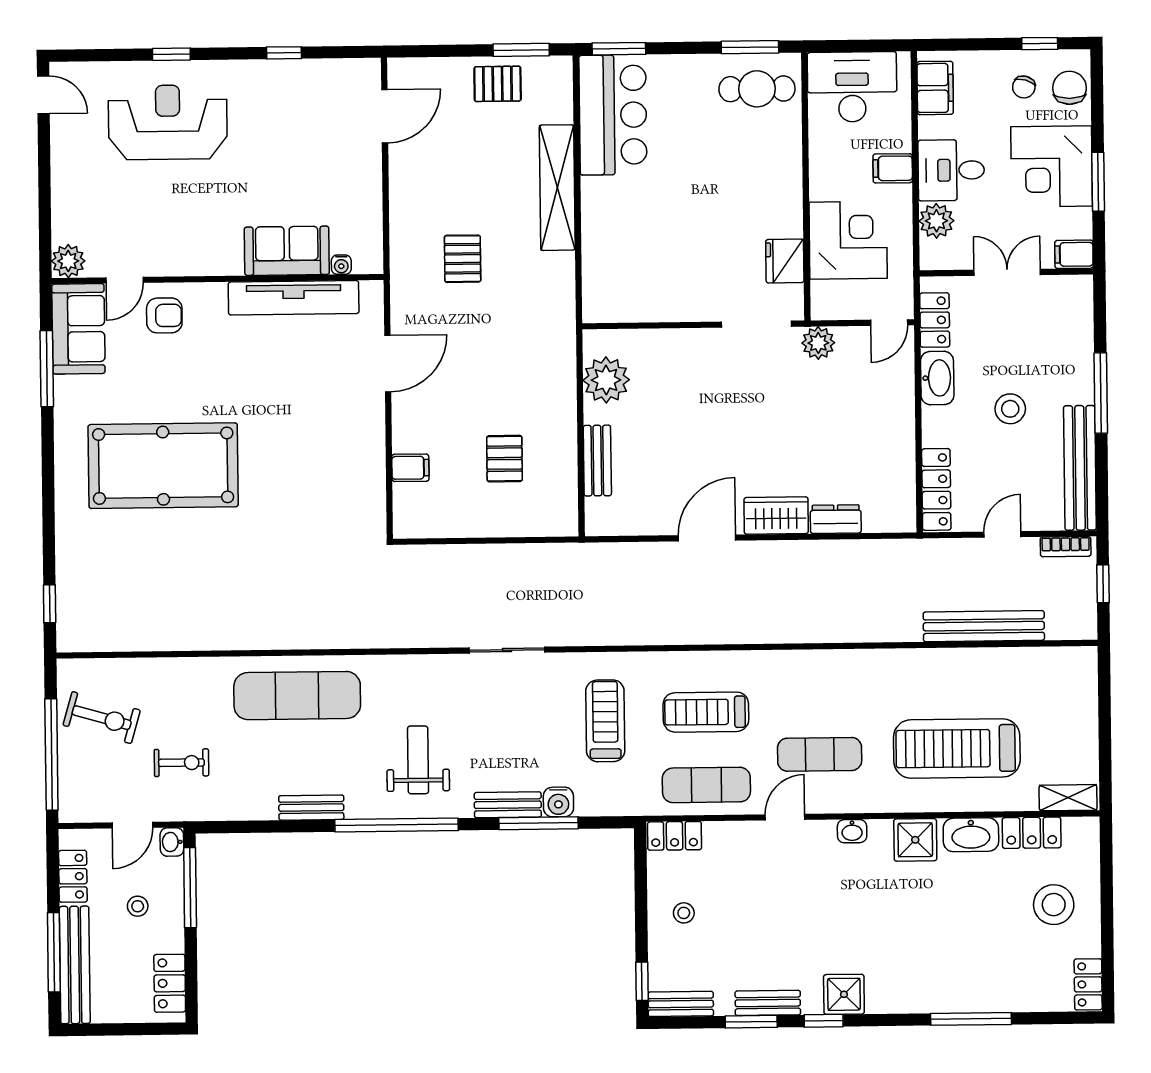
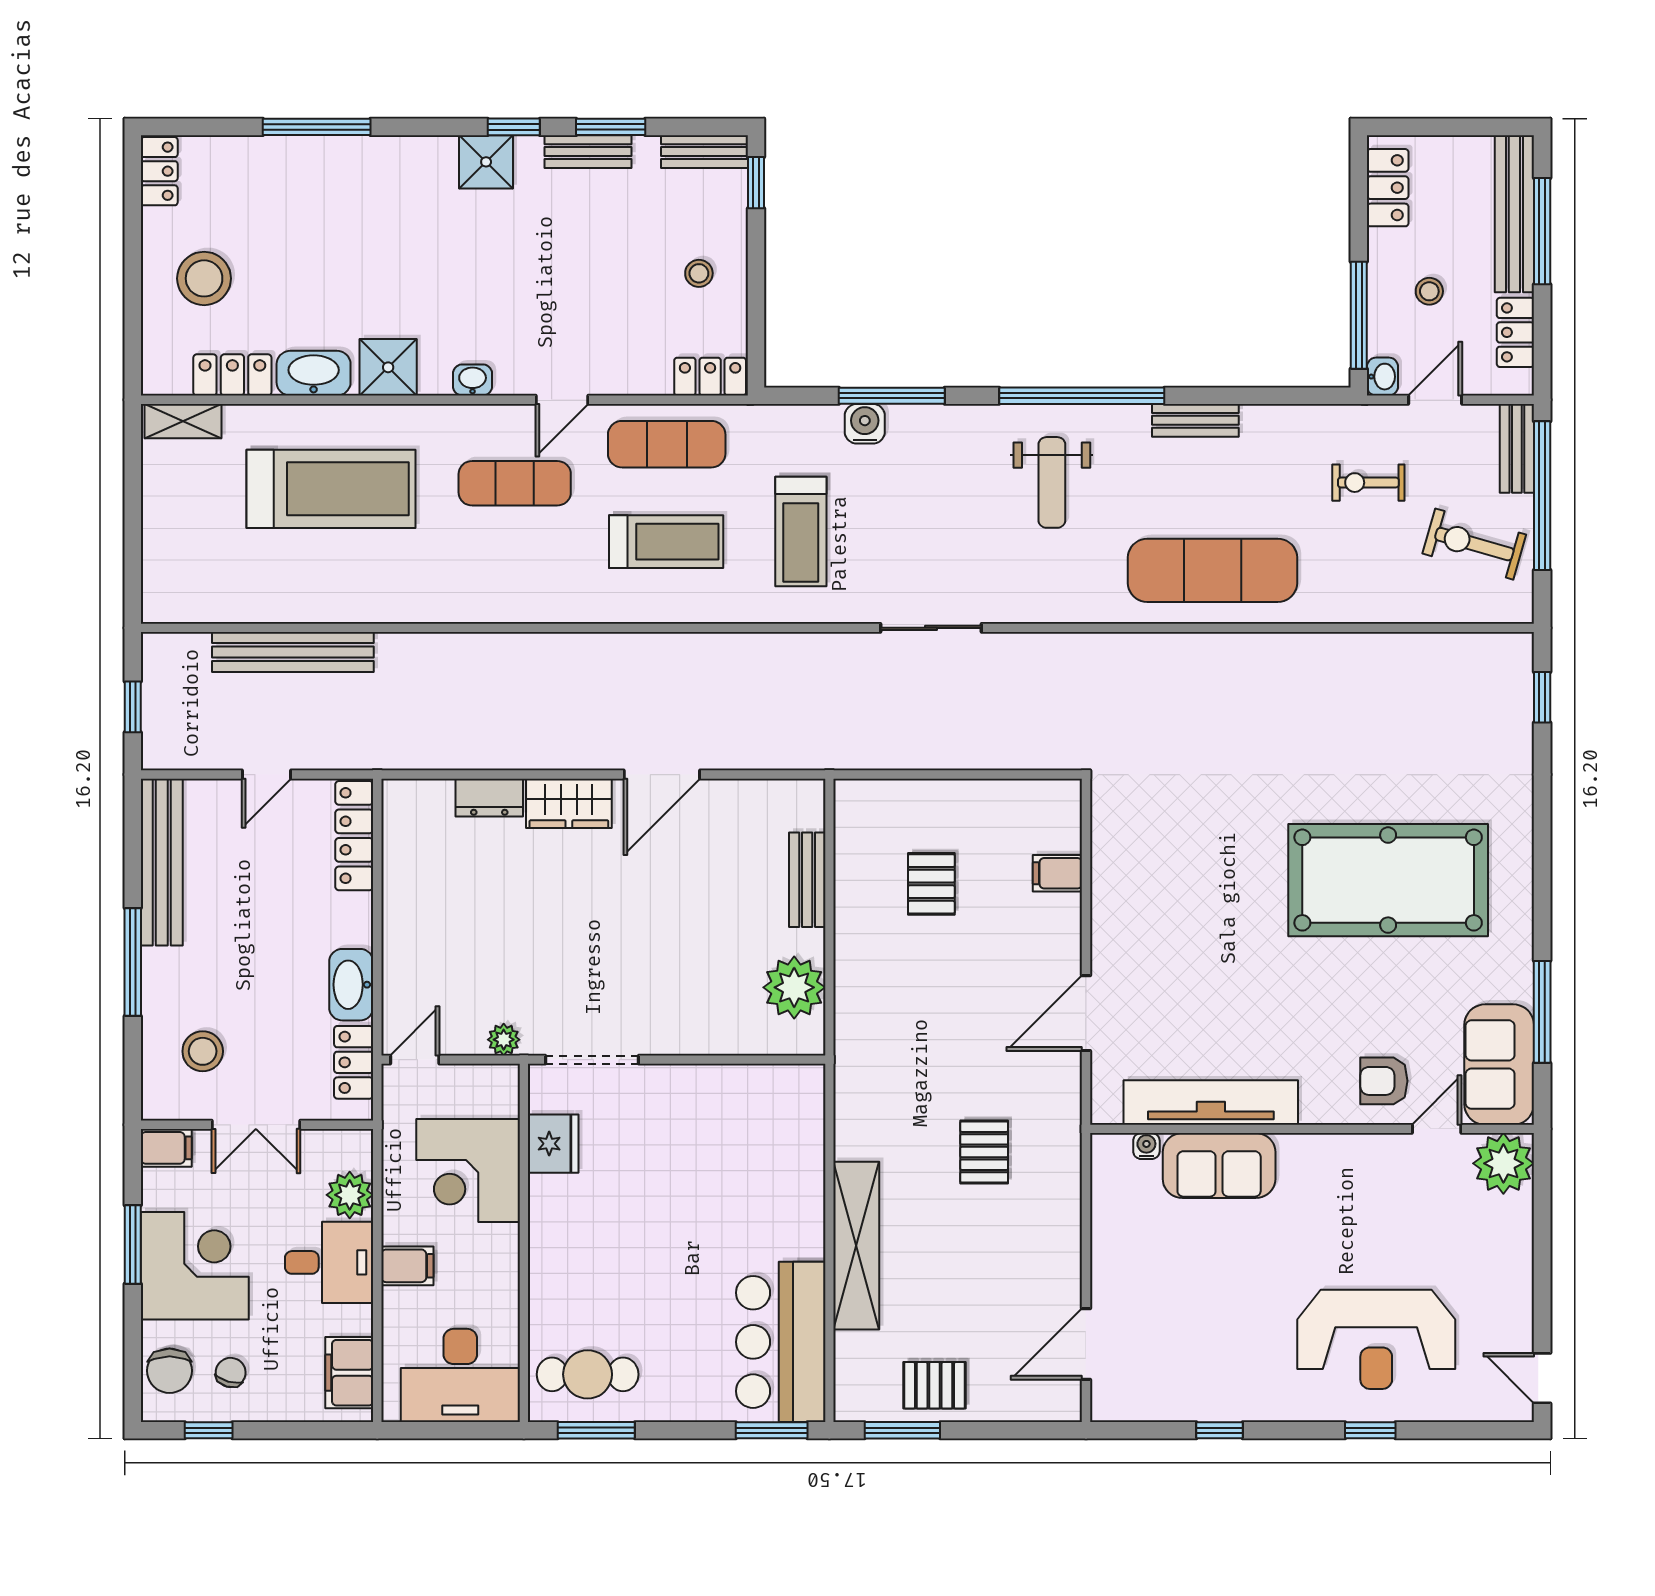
plant: (68, 261) -> (1503, 1163), width x1.36, depth x1.36
plant: (818, 343) -> (504, 1040), width x0.73, depth x0.73
stool: (1010, 409) -> (203, 1051), moved
bookcase: (1066, 547) -> (182, 757), removed
bench: (508, 805) -> (1517, 448), moved, turned 90

